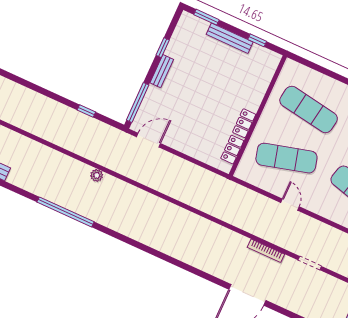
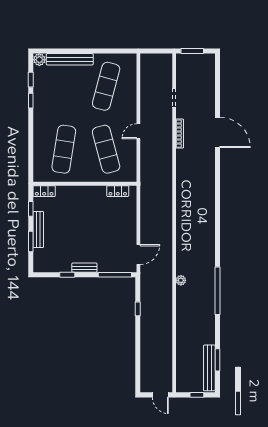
window: (206, 17) -> (31, 241), moved
locker: (244, 123) -> (44, 191), moved
door: (149, 140) -> (138, 254), swing flipped

